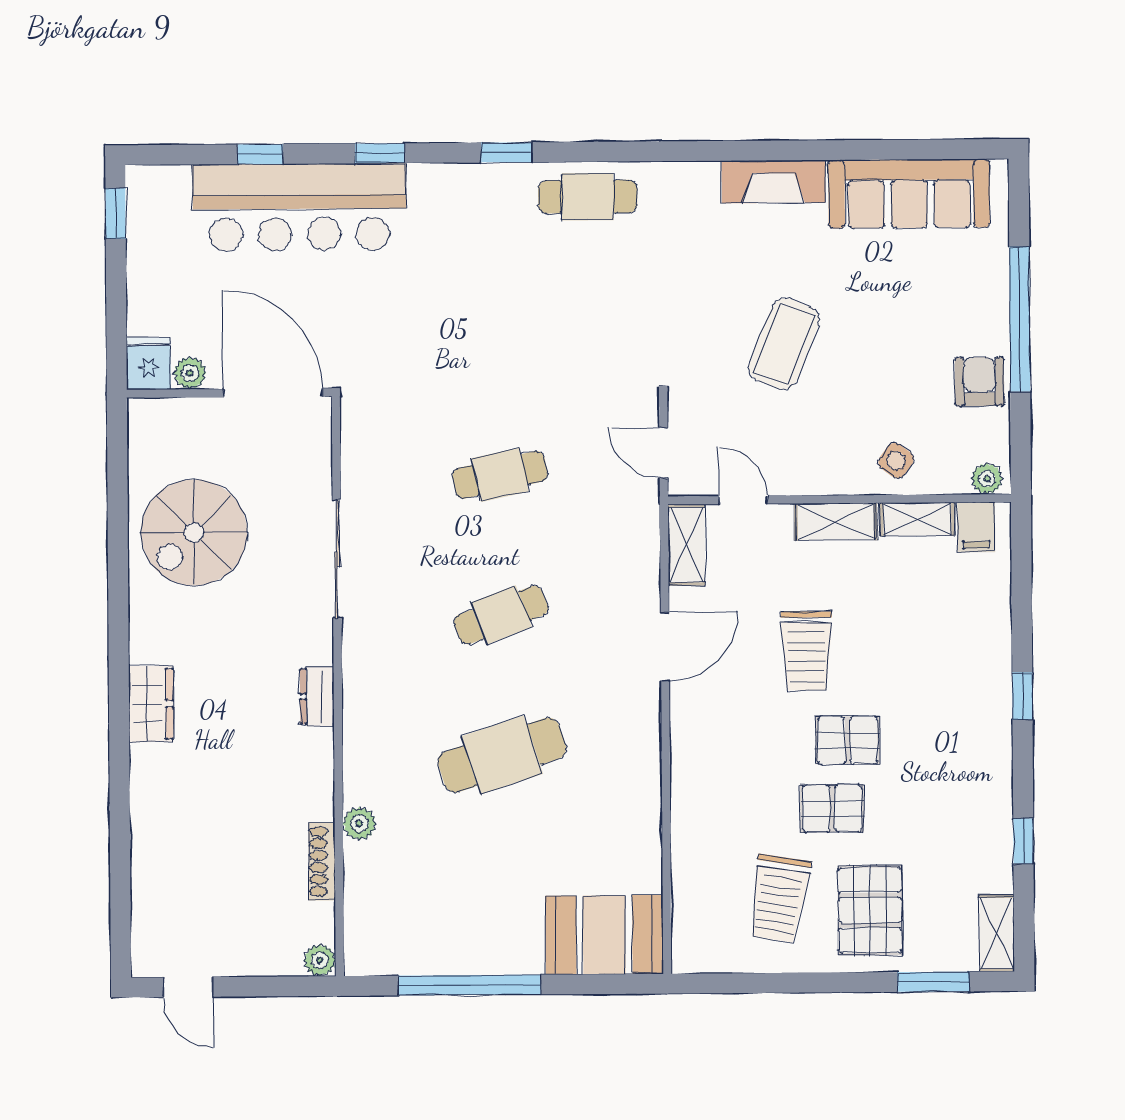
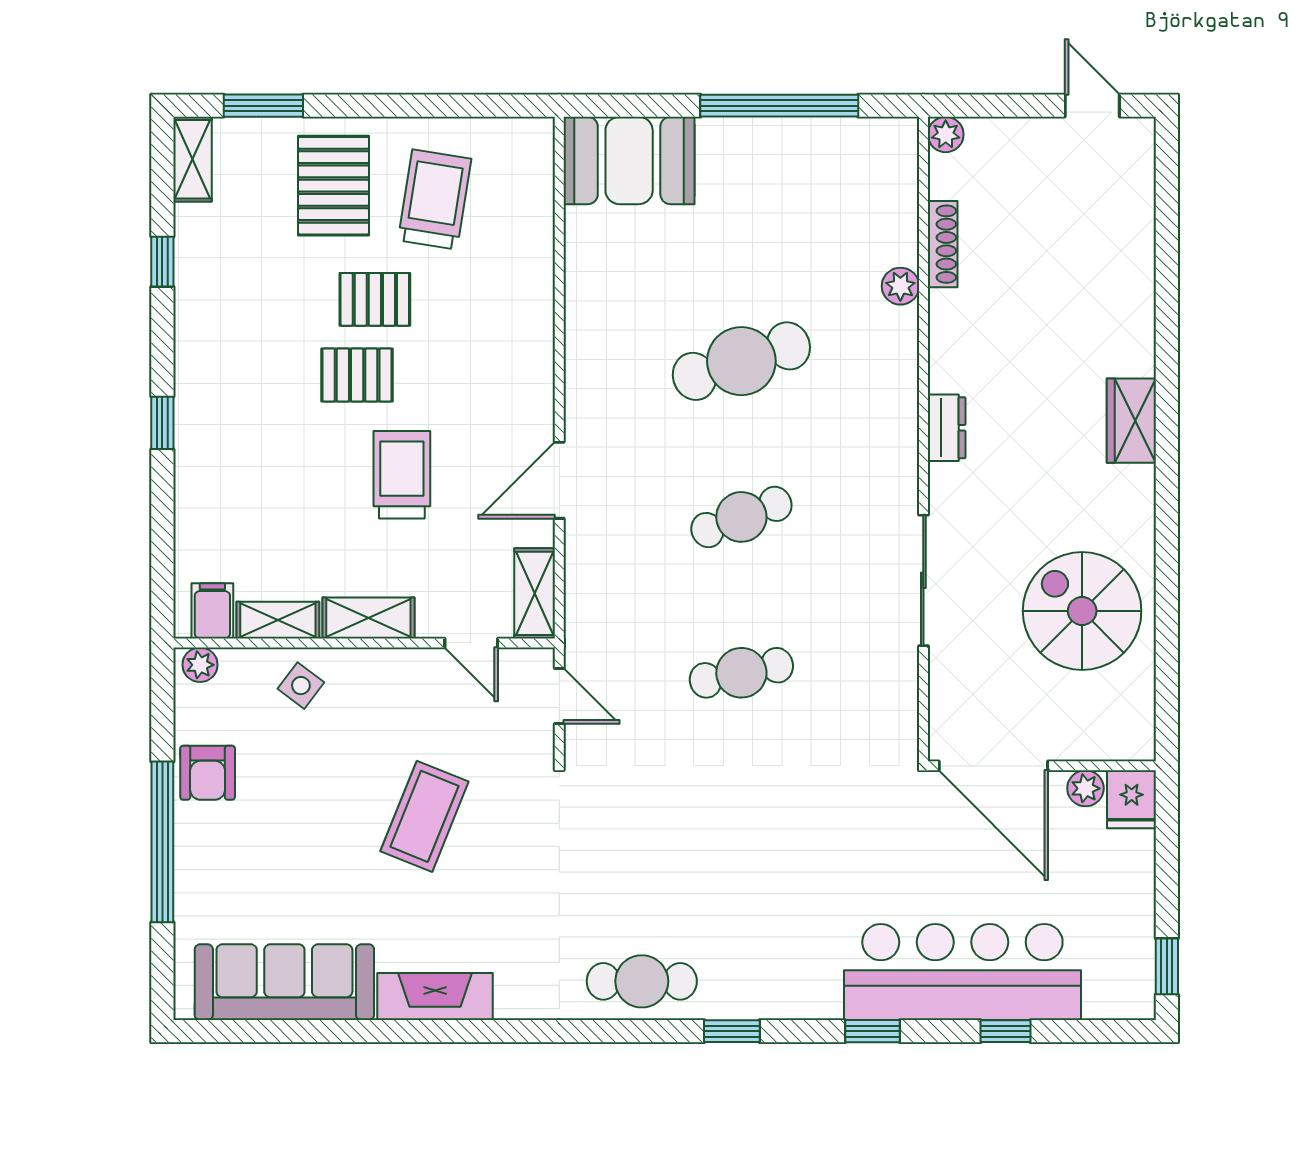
spiral stairs: (194, 533) -> (1082, 611), turned -90

